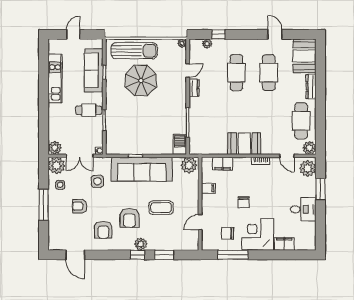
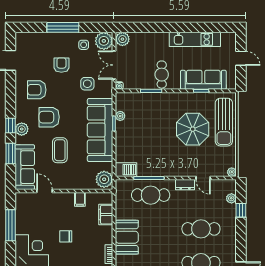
cafe table: (204, 121) -> (151, 195), added
plant: (128, 150) -> (120, 116), added
chair: (228, 233) -> (33, 220), removed
sofa: (177, 241) -> (25, 167), added

